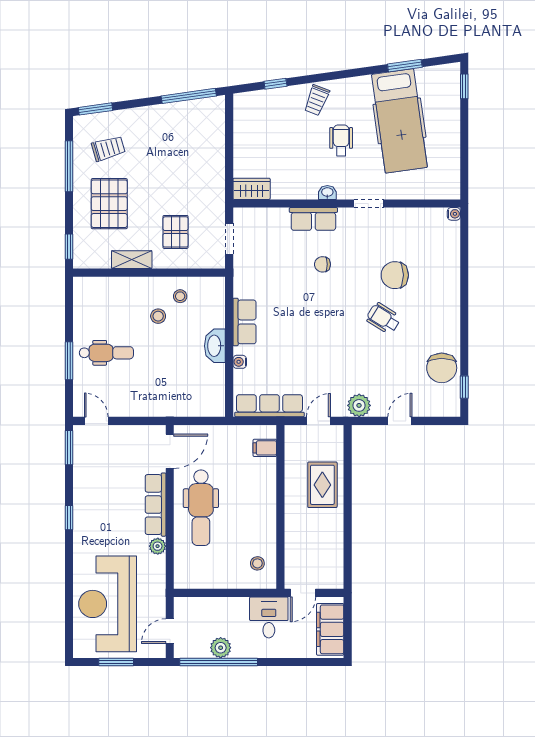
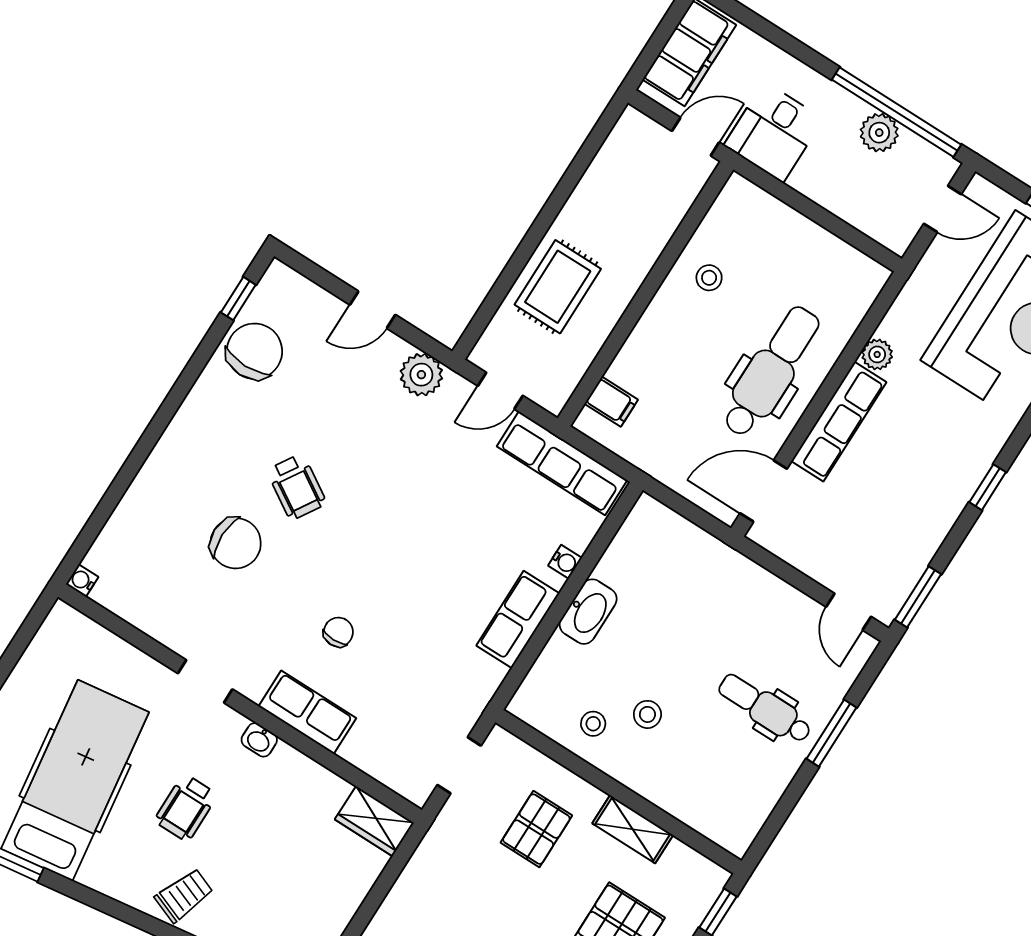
chair: (322, 264) -> (338, 632), turned -90
stool: (257, 563) -> (709, 278), moved

